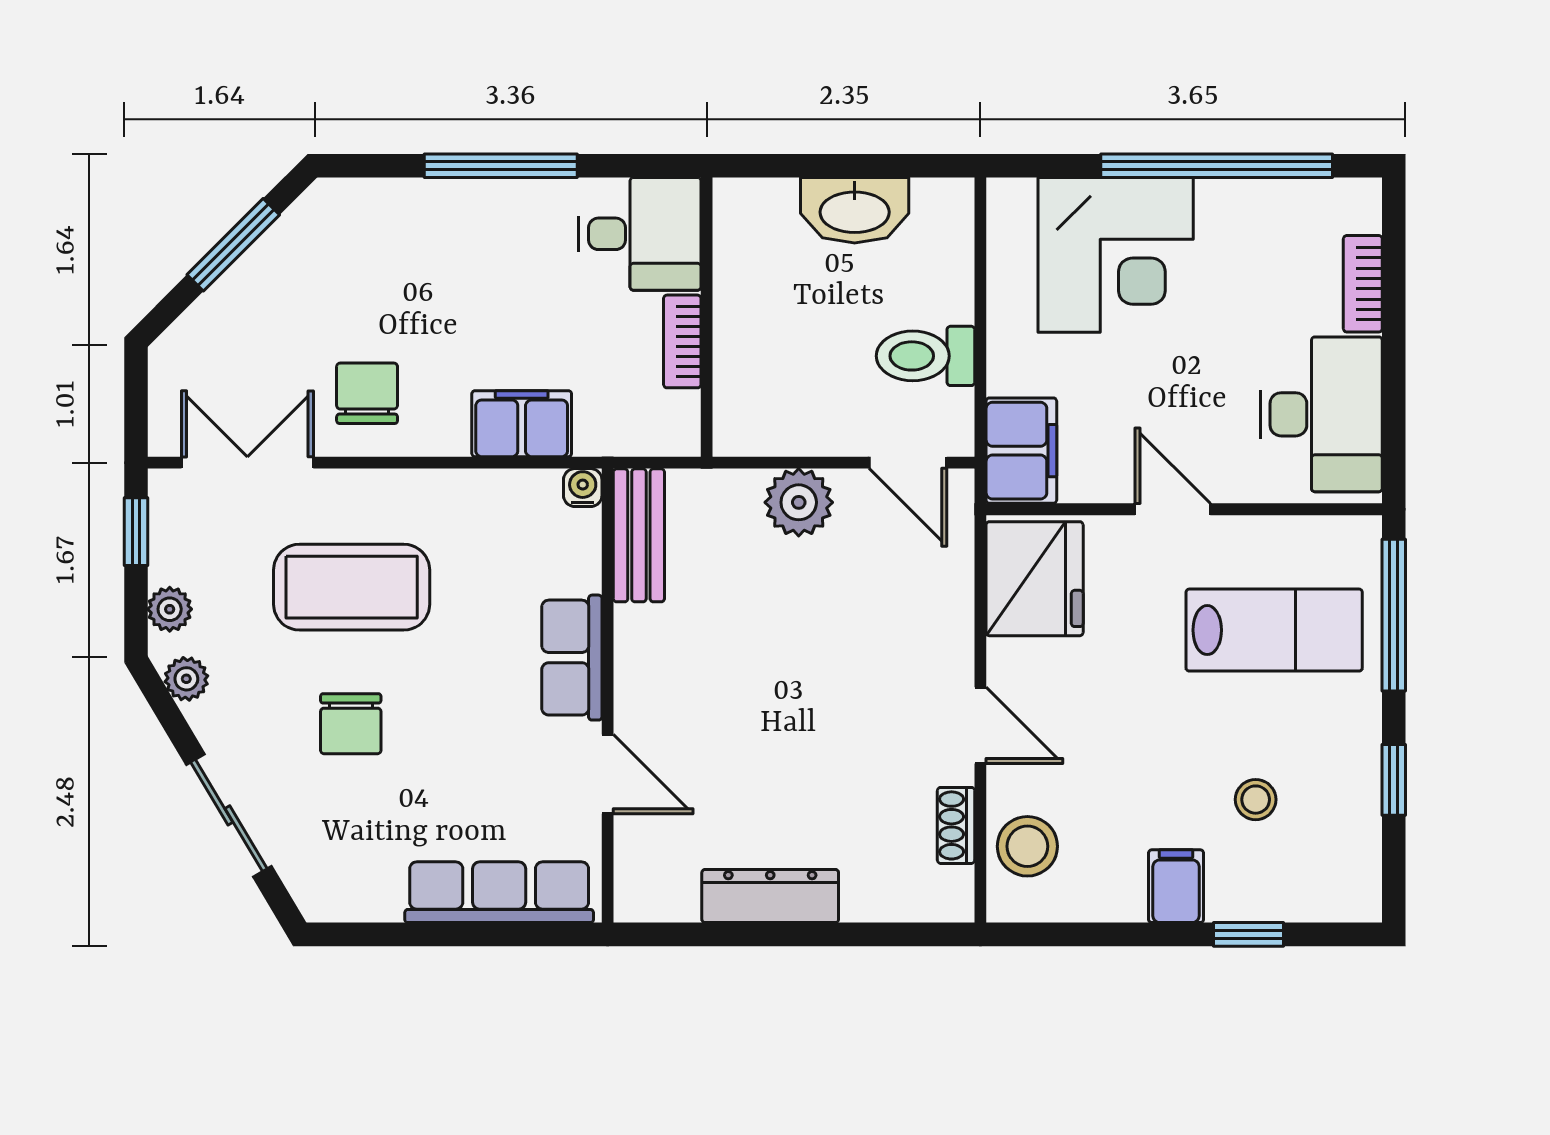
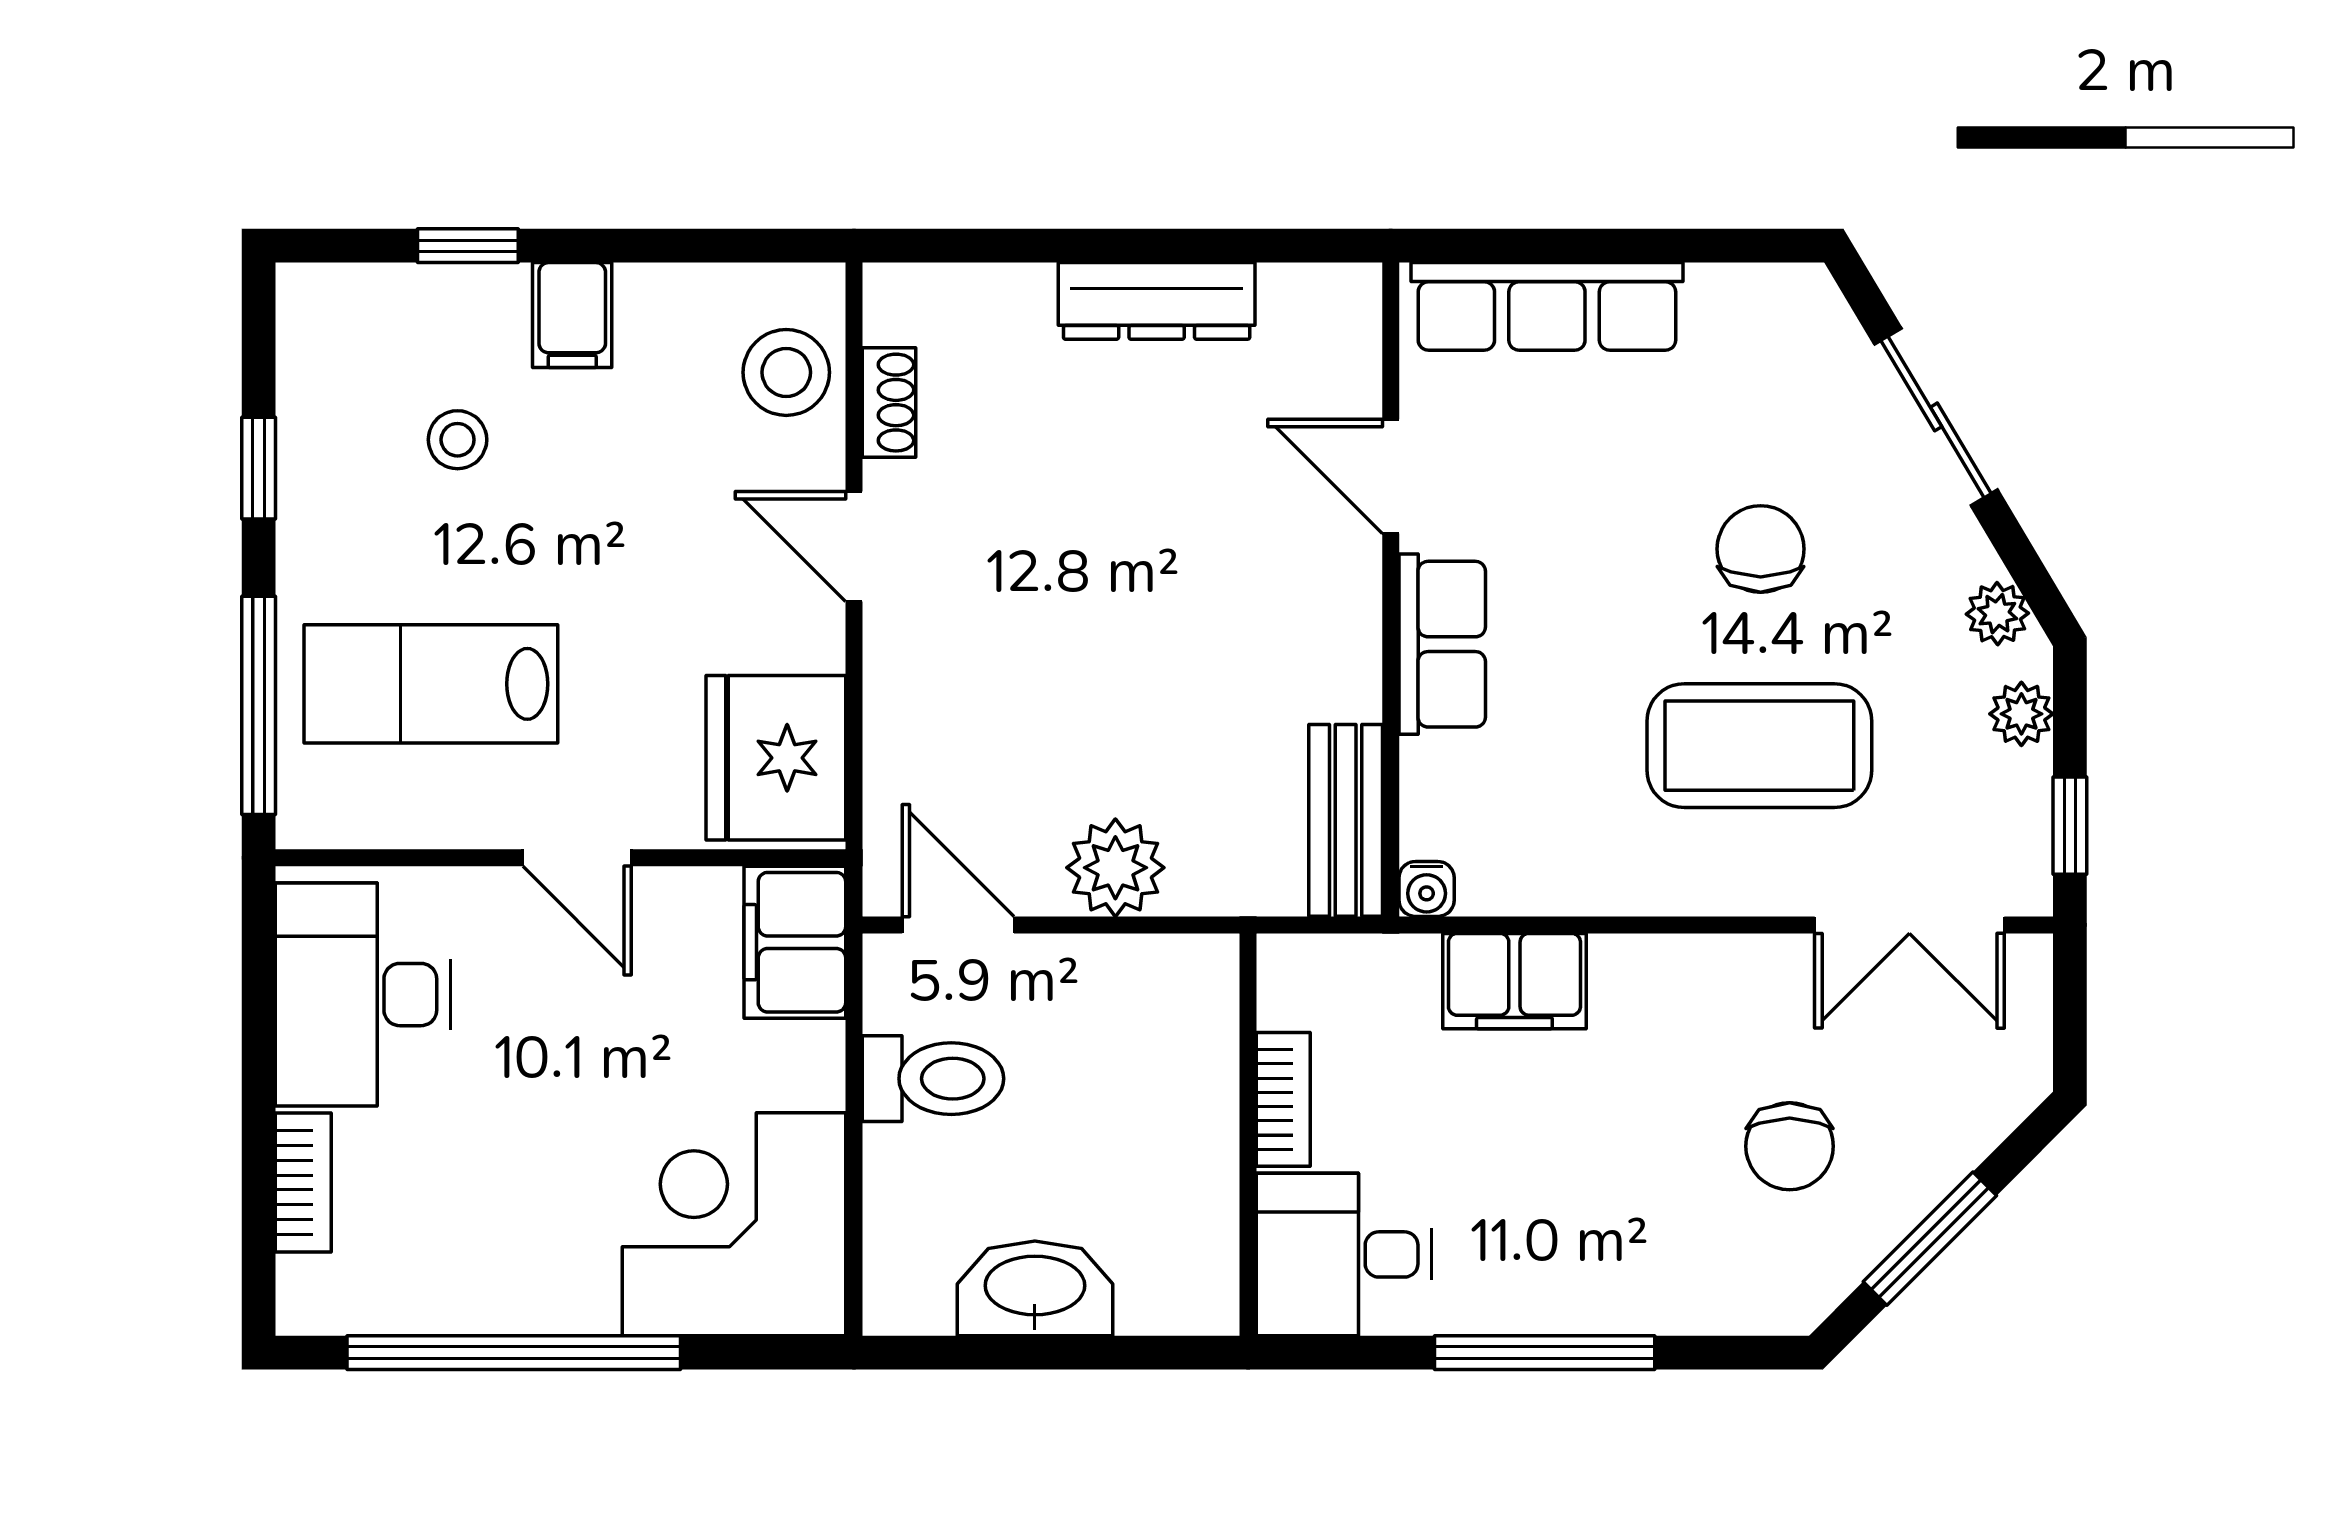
corner desk: (1116, 255) -> (734, 1224), moved
chair: (367, 393) -> (1790, 1146), moved

